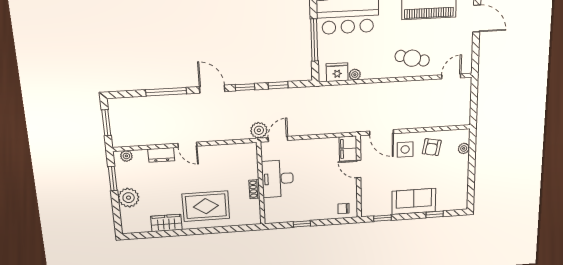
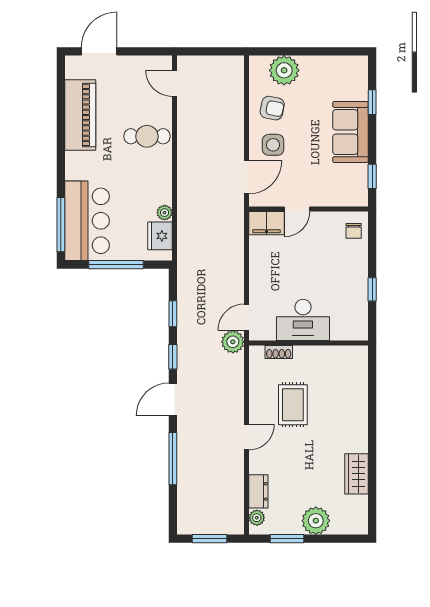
cafe table: (412, 58) -> (147, 136), turned 76
door: (278, 139) -> (247, 317), hinge flipped
plant: (464, 148) -> (284, 70), width x1.87, depth x1.87
dresser: (161, 155) -> (258, 491), moved
shoe rack: (254, 189) -> (279, 352), moved
rug: (206, 206) -> (293, 405), moved, width x0.73, depth x0.70

